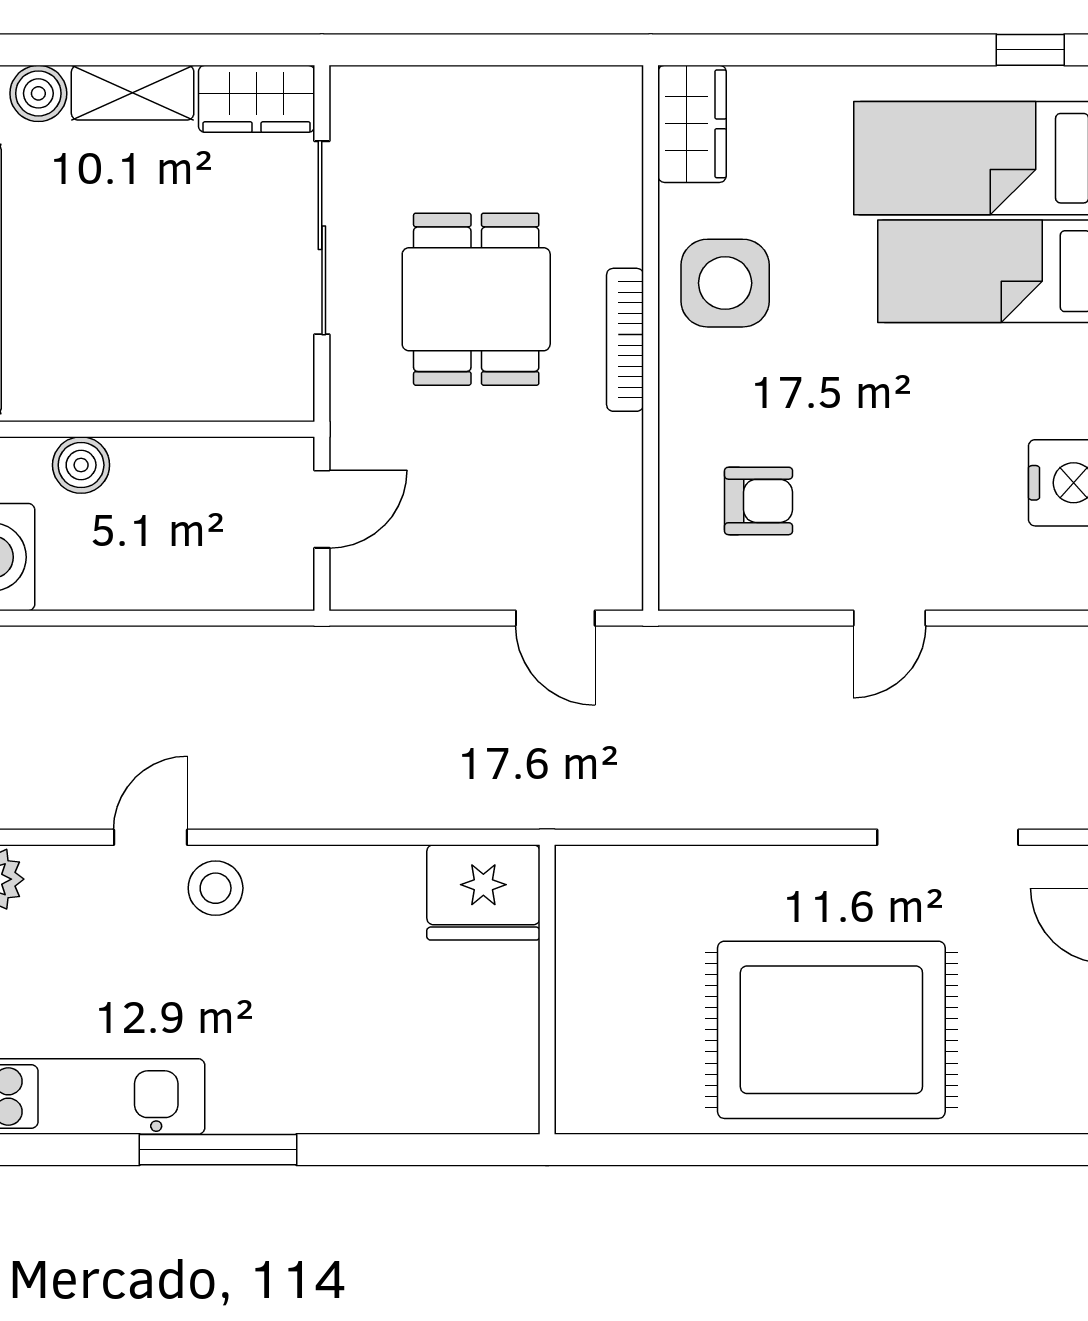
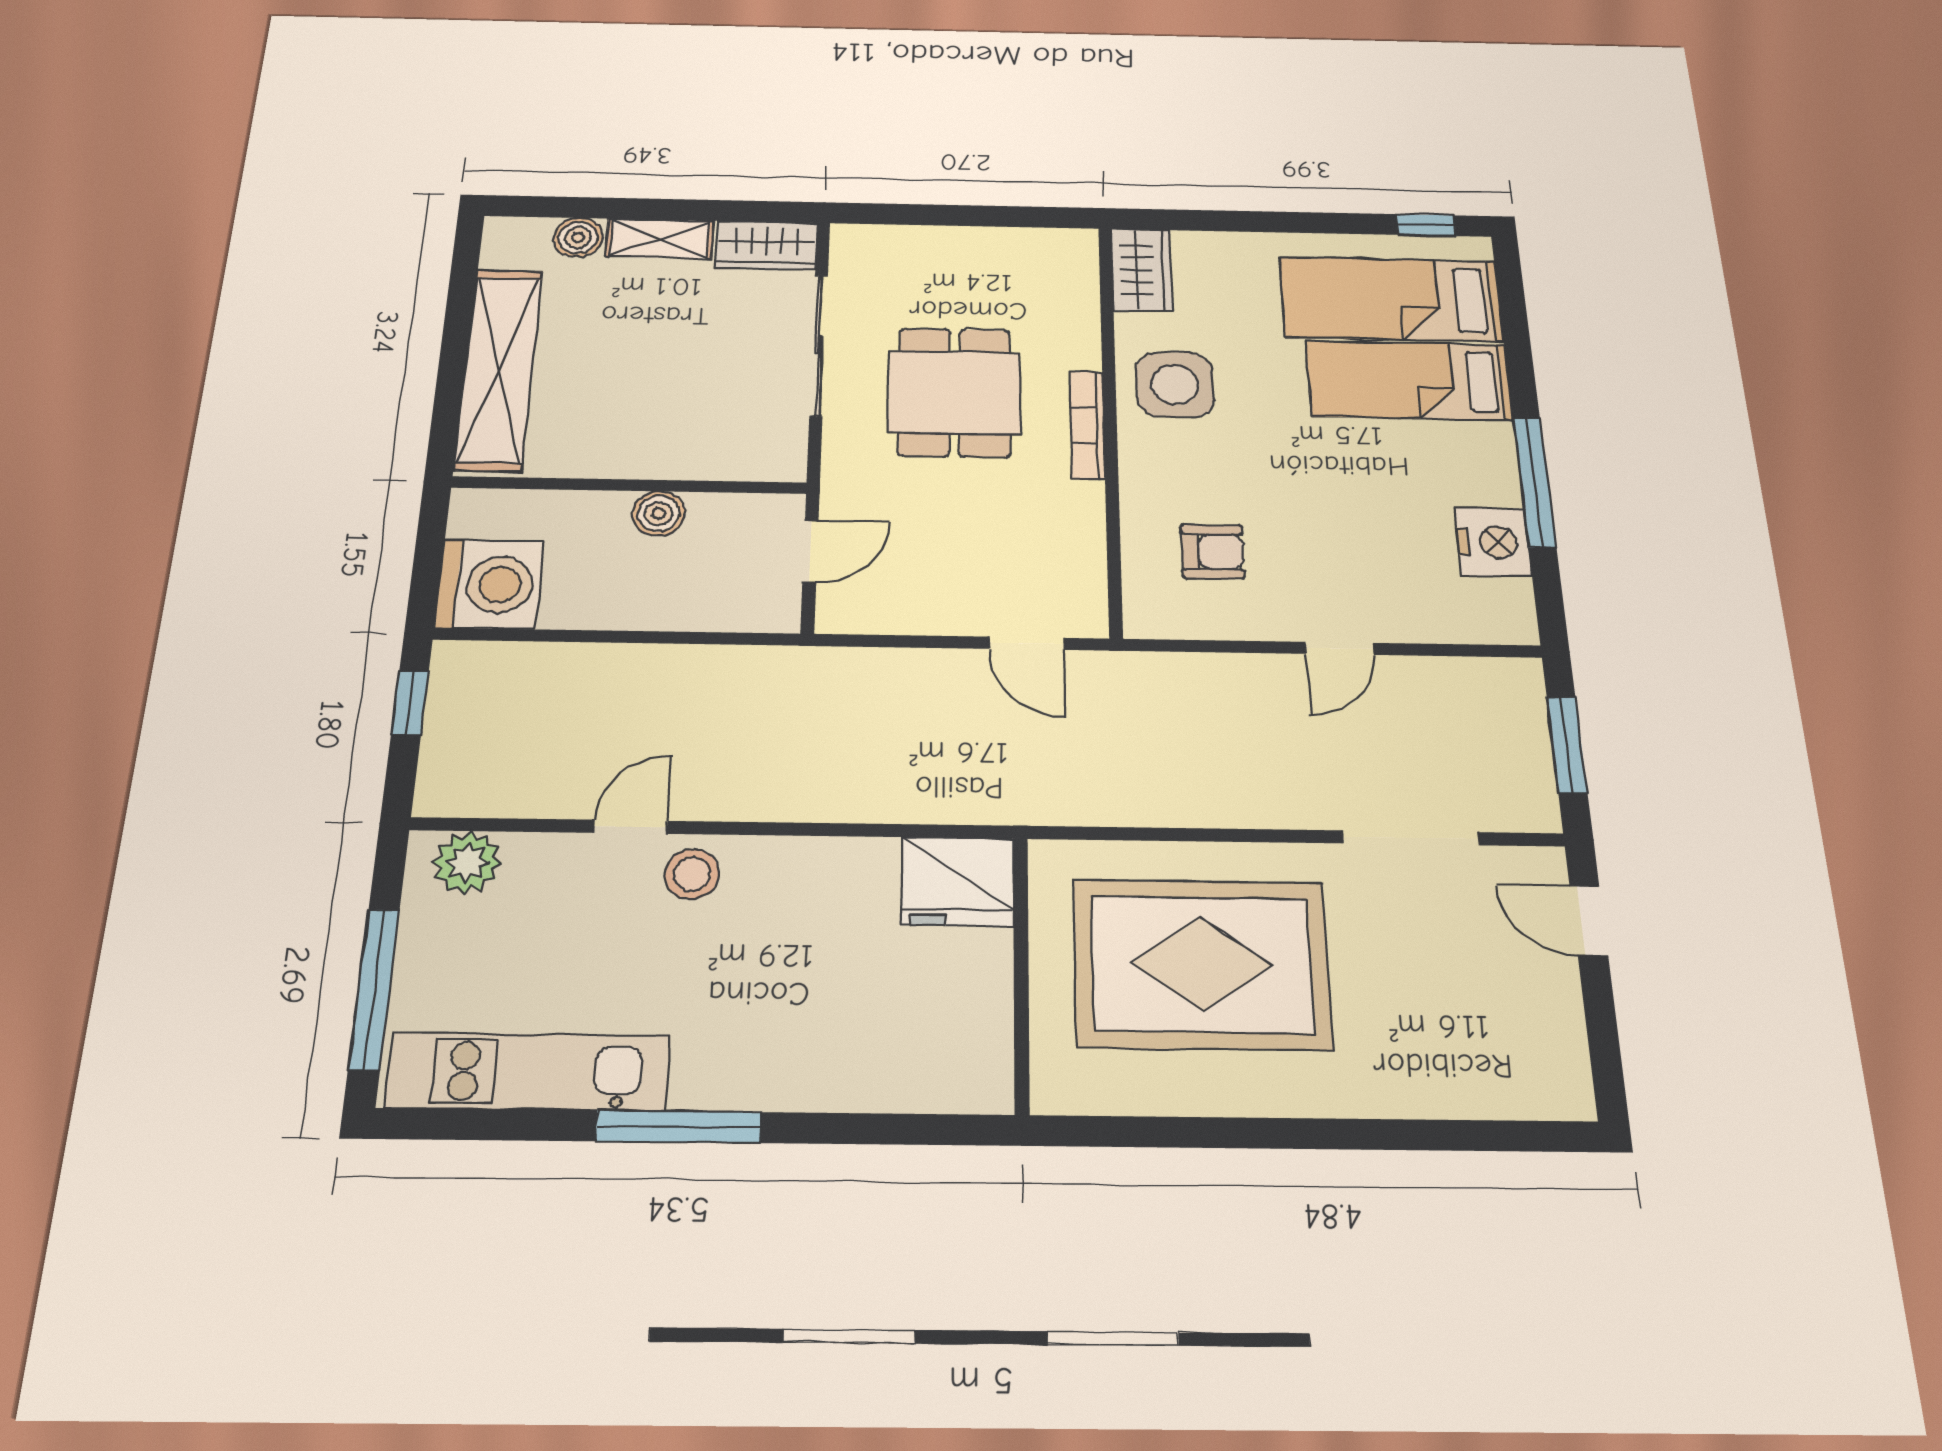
boiler: (81, 465) -> (659, 514), moved
rug: (831, 1030) -> (1202, 964), moved

